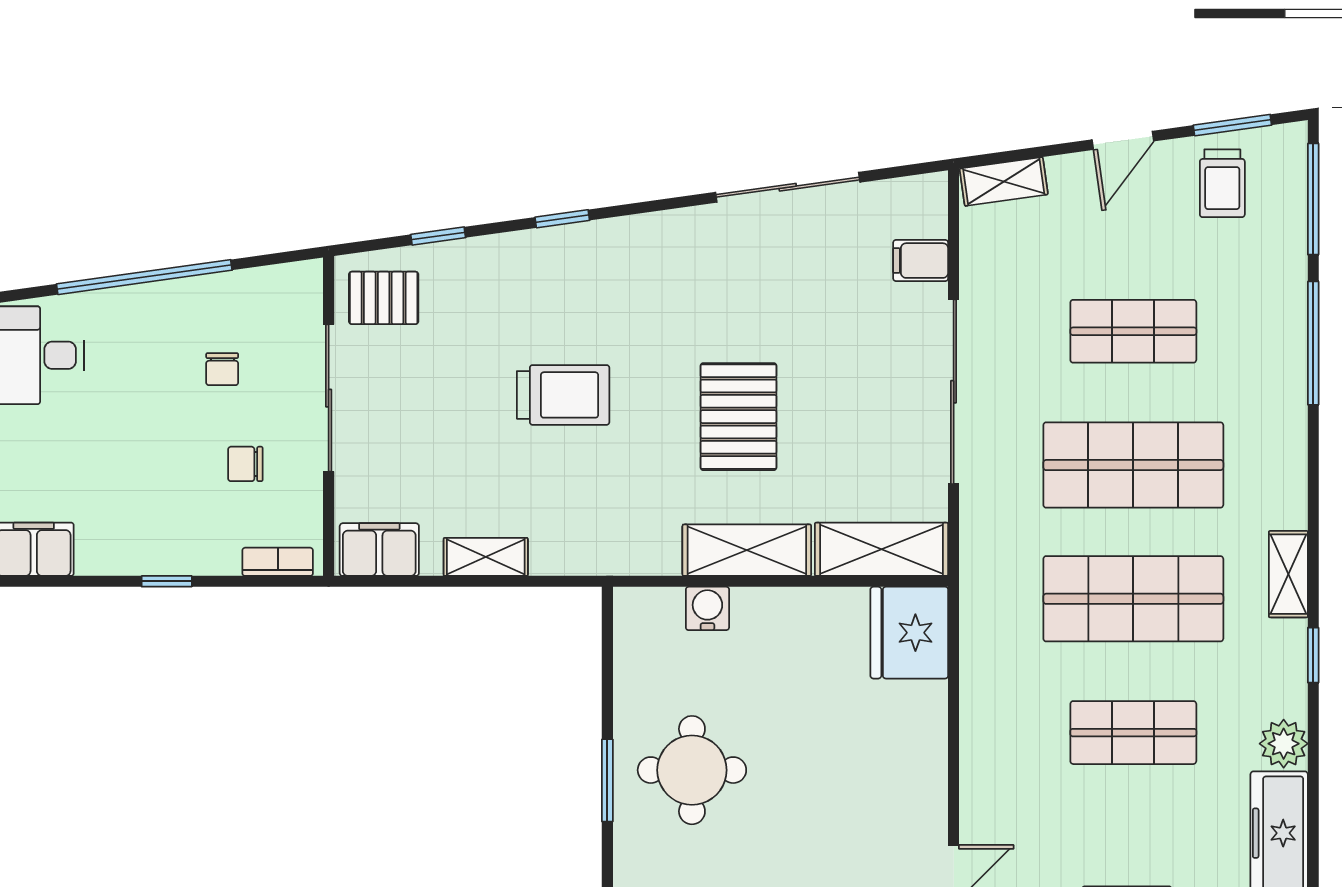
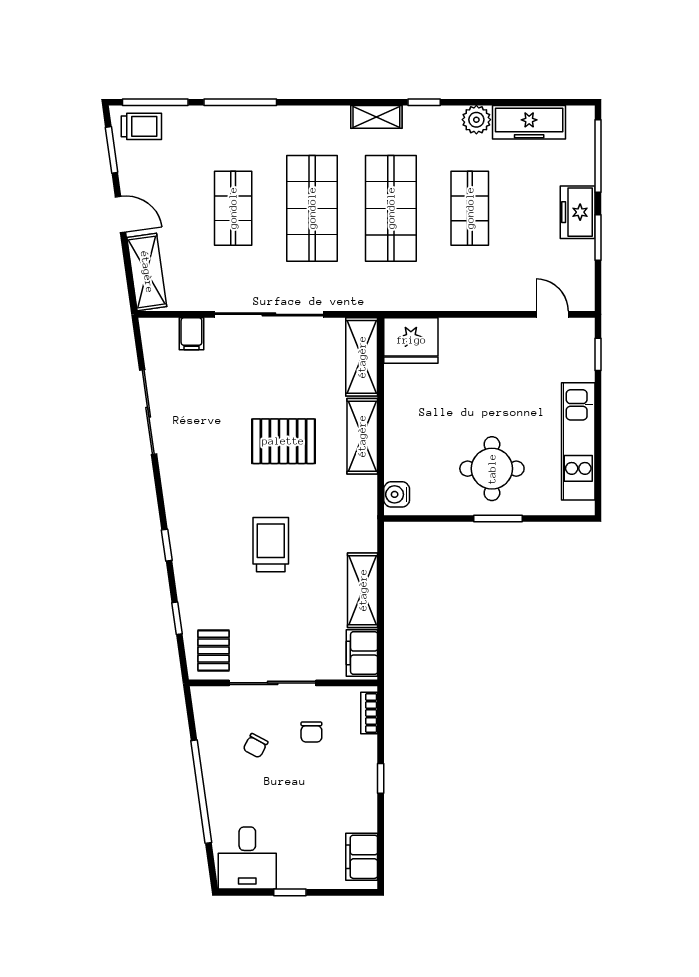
shelving: (1004, 182) -> (147, 272), width x1.50, depth x1.33
trolley: (1222, 183) -> (141, 126), moved
chair: (222, 369) -> (255, 746), turned 118
shelving: (486, 557) -> (363, 590), width x1.50, depth x1.33
water cooler: (707, 608) -> (397, 494), moved

